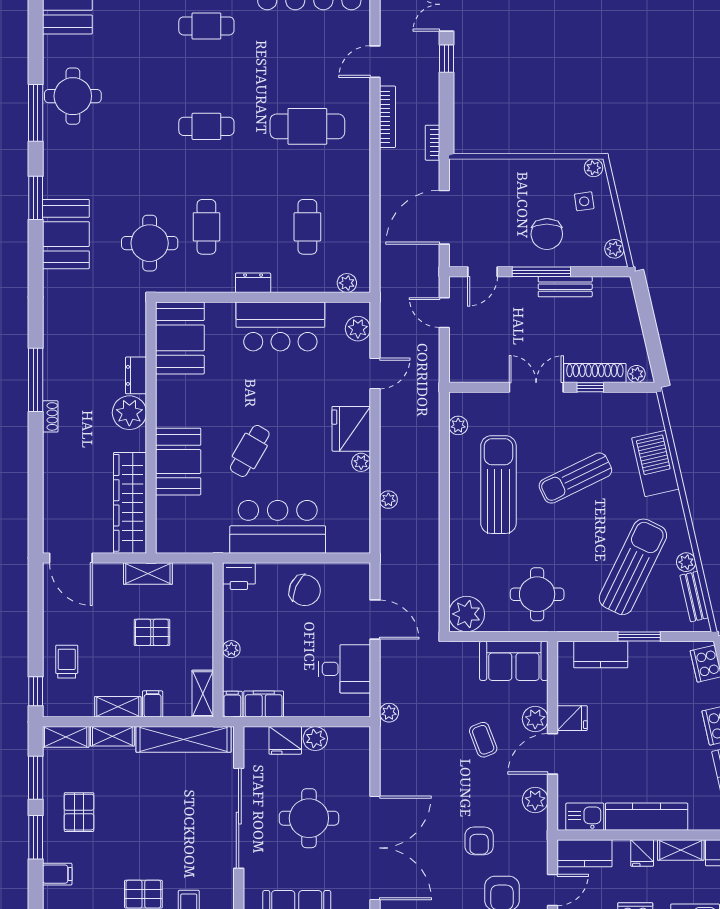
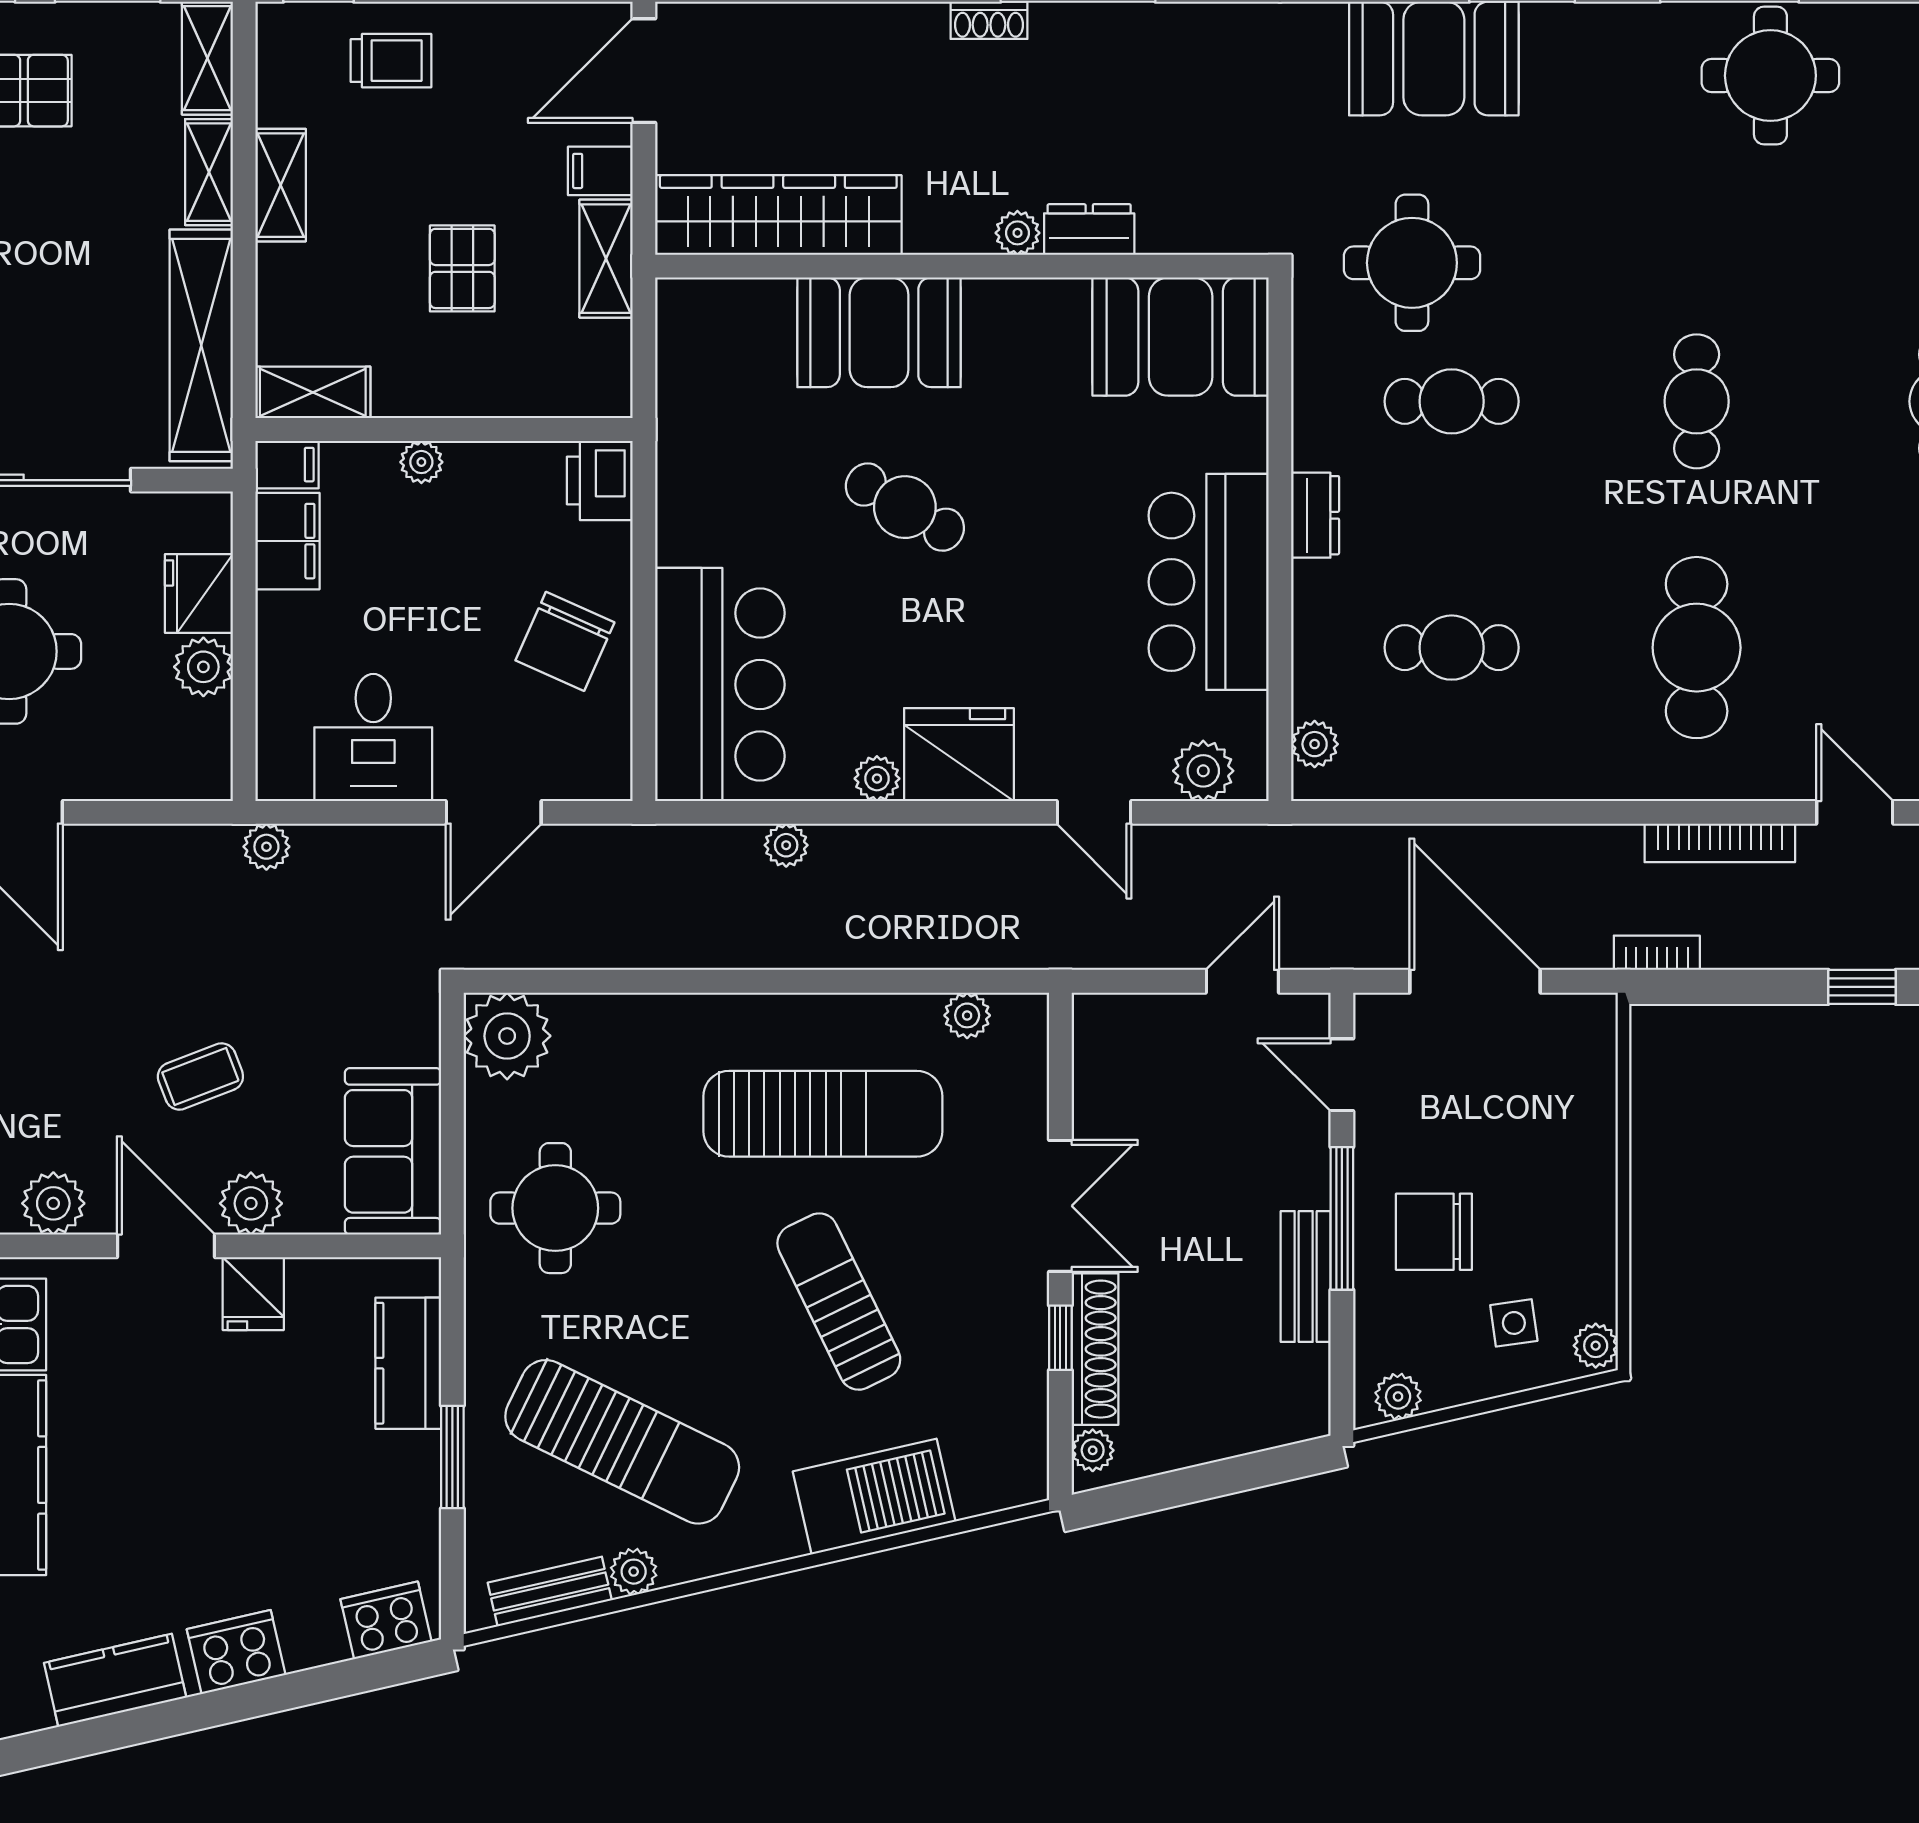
plant: (129, 413) -> (1017, 233), width x0.53, depth x0.53
bar counter: (278, 527) -> (720, 685), moved
filing cabinet: (153, 704) -> (600, 171), moved, turned 180

